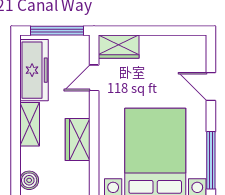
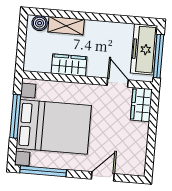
freezer: (34, 70) -> (144, 49), moved, turned 90
shelving: (30, 124) -> (66, 26), moved

